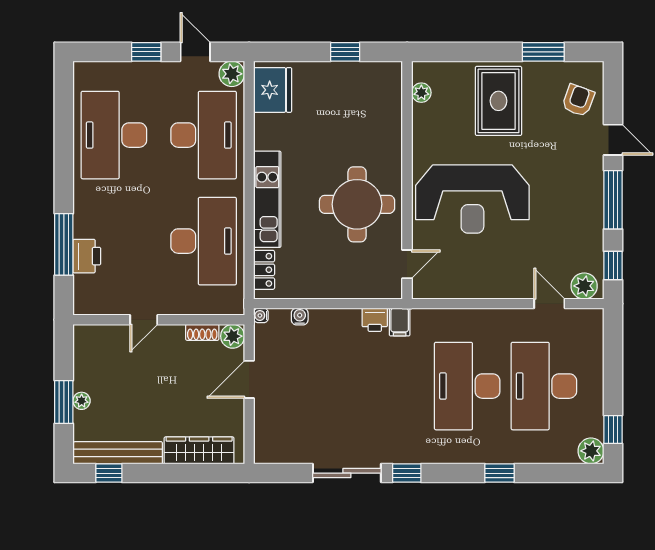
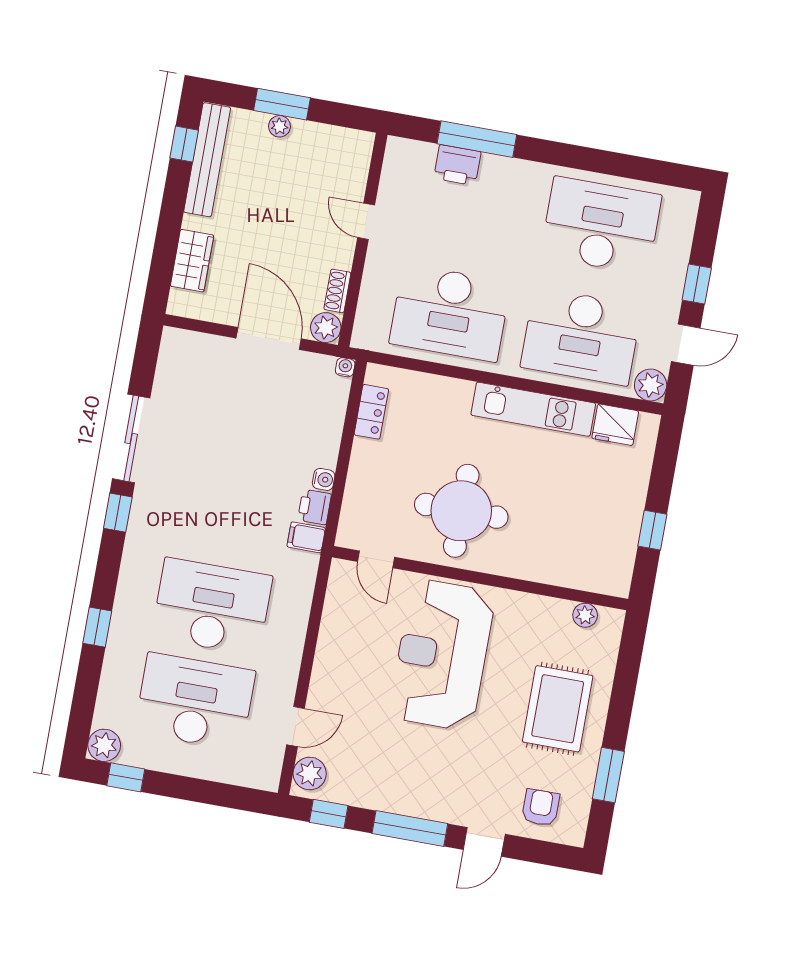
fridge: (273, 90) -> (615, 425), width x0.73, depth x0.75
armchair: (578, 100) -> (541, 808), turned -110
rug: (498, 101) -> (558, 709), turned 90
kitchen unit: (267, 199) -> (533, 409), moved
locker: (264, 270) -> (371, 412), moved, turned -90
water cooler: (300, 317) -> (324, 479), moved
door: (249, 379) -> (269, 338), width x1.36
wardrobe: (199, 450) -> (192, 261), width x0.67

